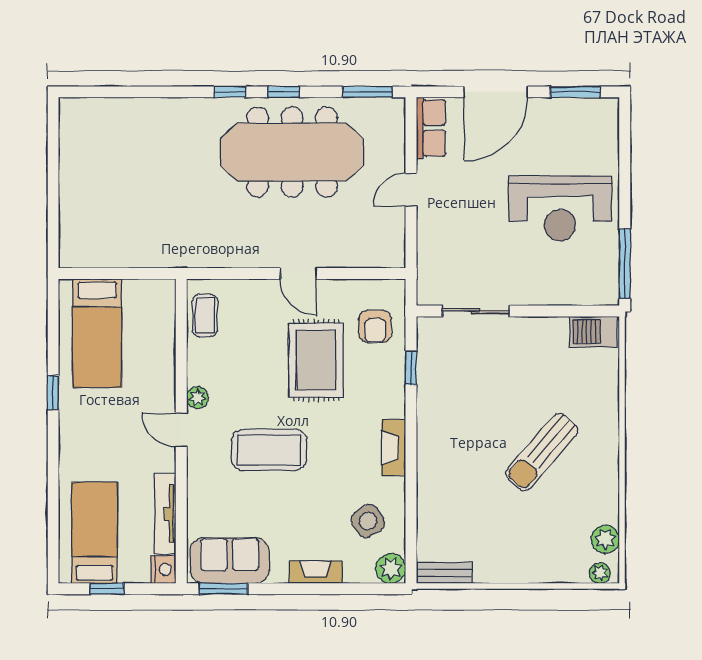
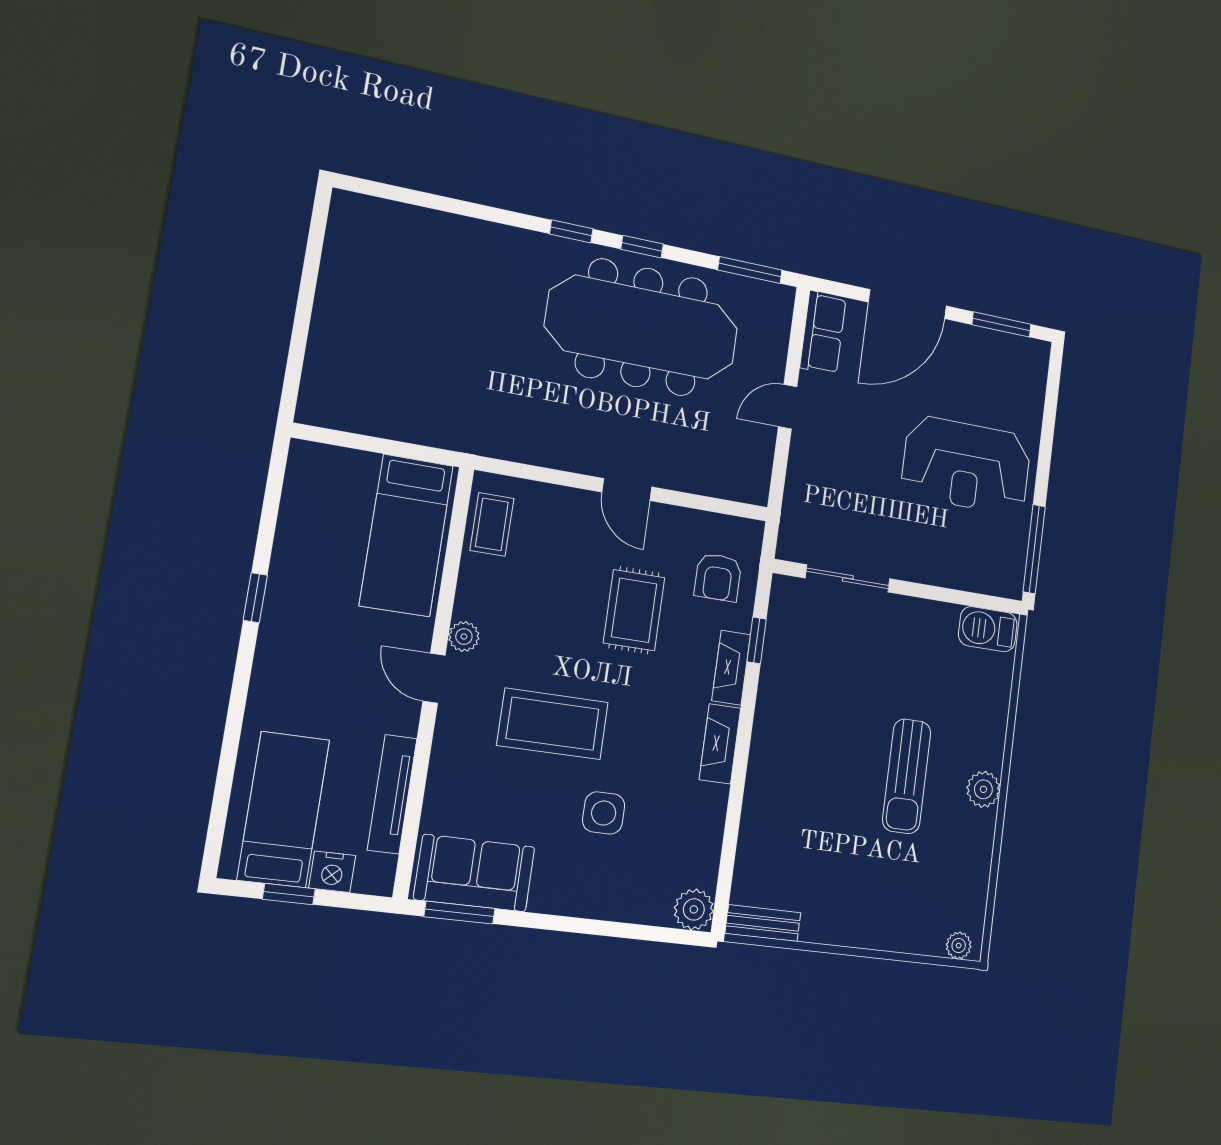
bed: (97, 333) -> (406, 535), moved
rug: (316, 360) -> (634, 610), width x0.73, depth x0.70
sun lounger: (542, 452) -> (907, 776), turned -41
side table: (368, 521) -> (604, 813), moved, turned 32
plant: (605, 539) -> (983, 789), moved
nightstand: (163, 570) -> (332, 872), moved, turned 90
fireplace: (316, 572) -> (731, 668), moved, turned -90

